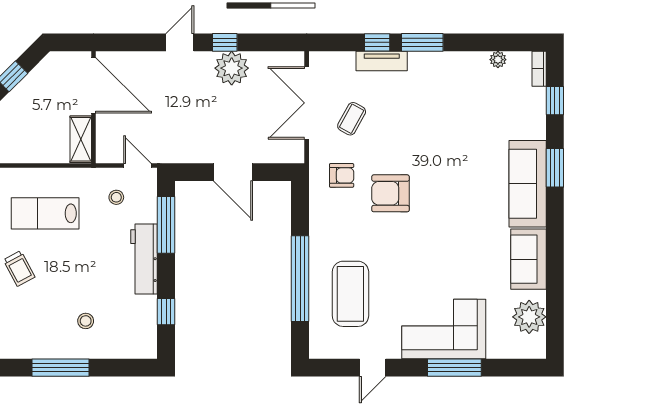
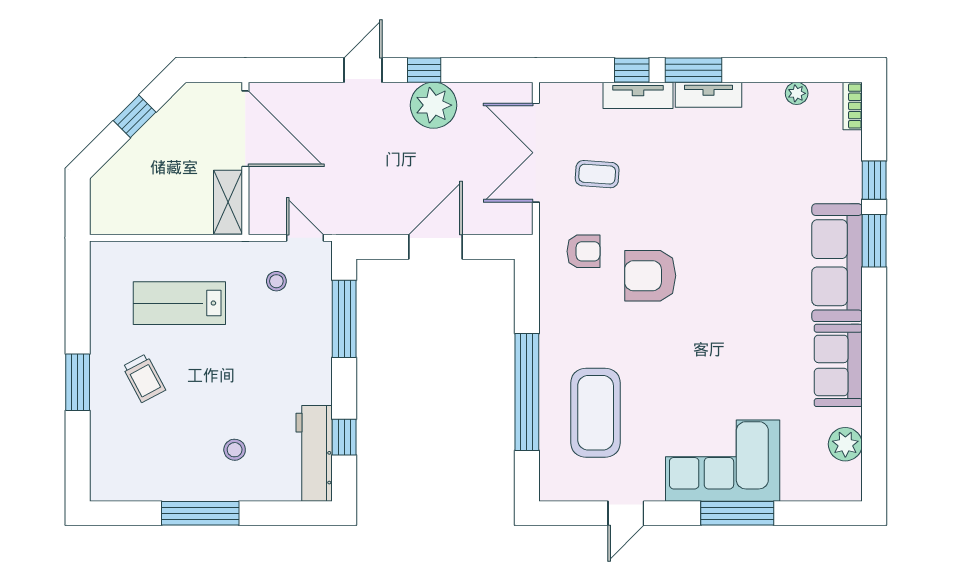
tv unit: (433, 61) -> (708, 95), added
window: (555, 101) -> (874, 180), moved
coffee table: (352, 119) -> (597, 174), turned 65
door: (233, 172) -> (436, 247), swing flipped
workbench: (144, 259) -> (314, 453), moved
plant: (529, 317) -> (845, 444), width x0.73, depth x0.73

